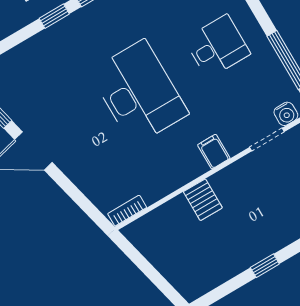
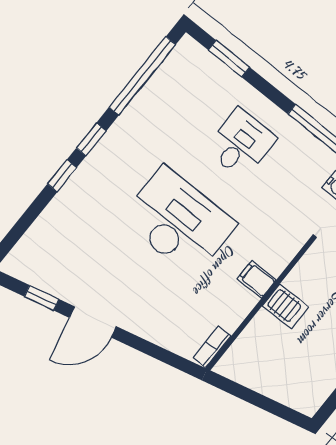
filing cabinet: (214, 152) -> (257, 279), moved

